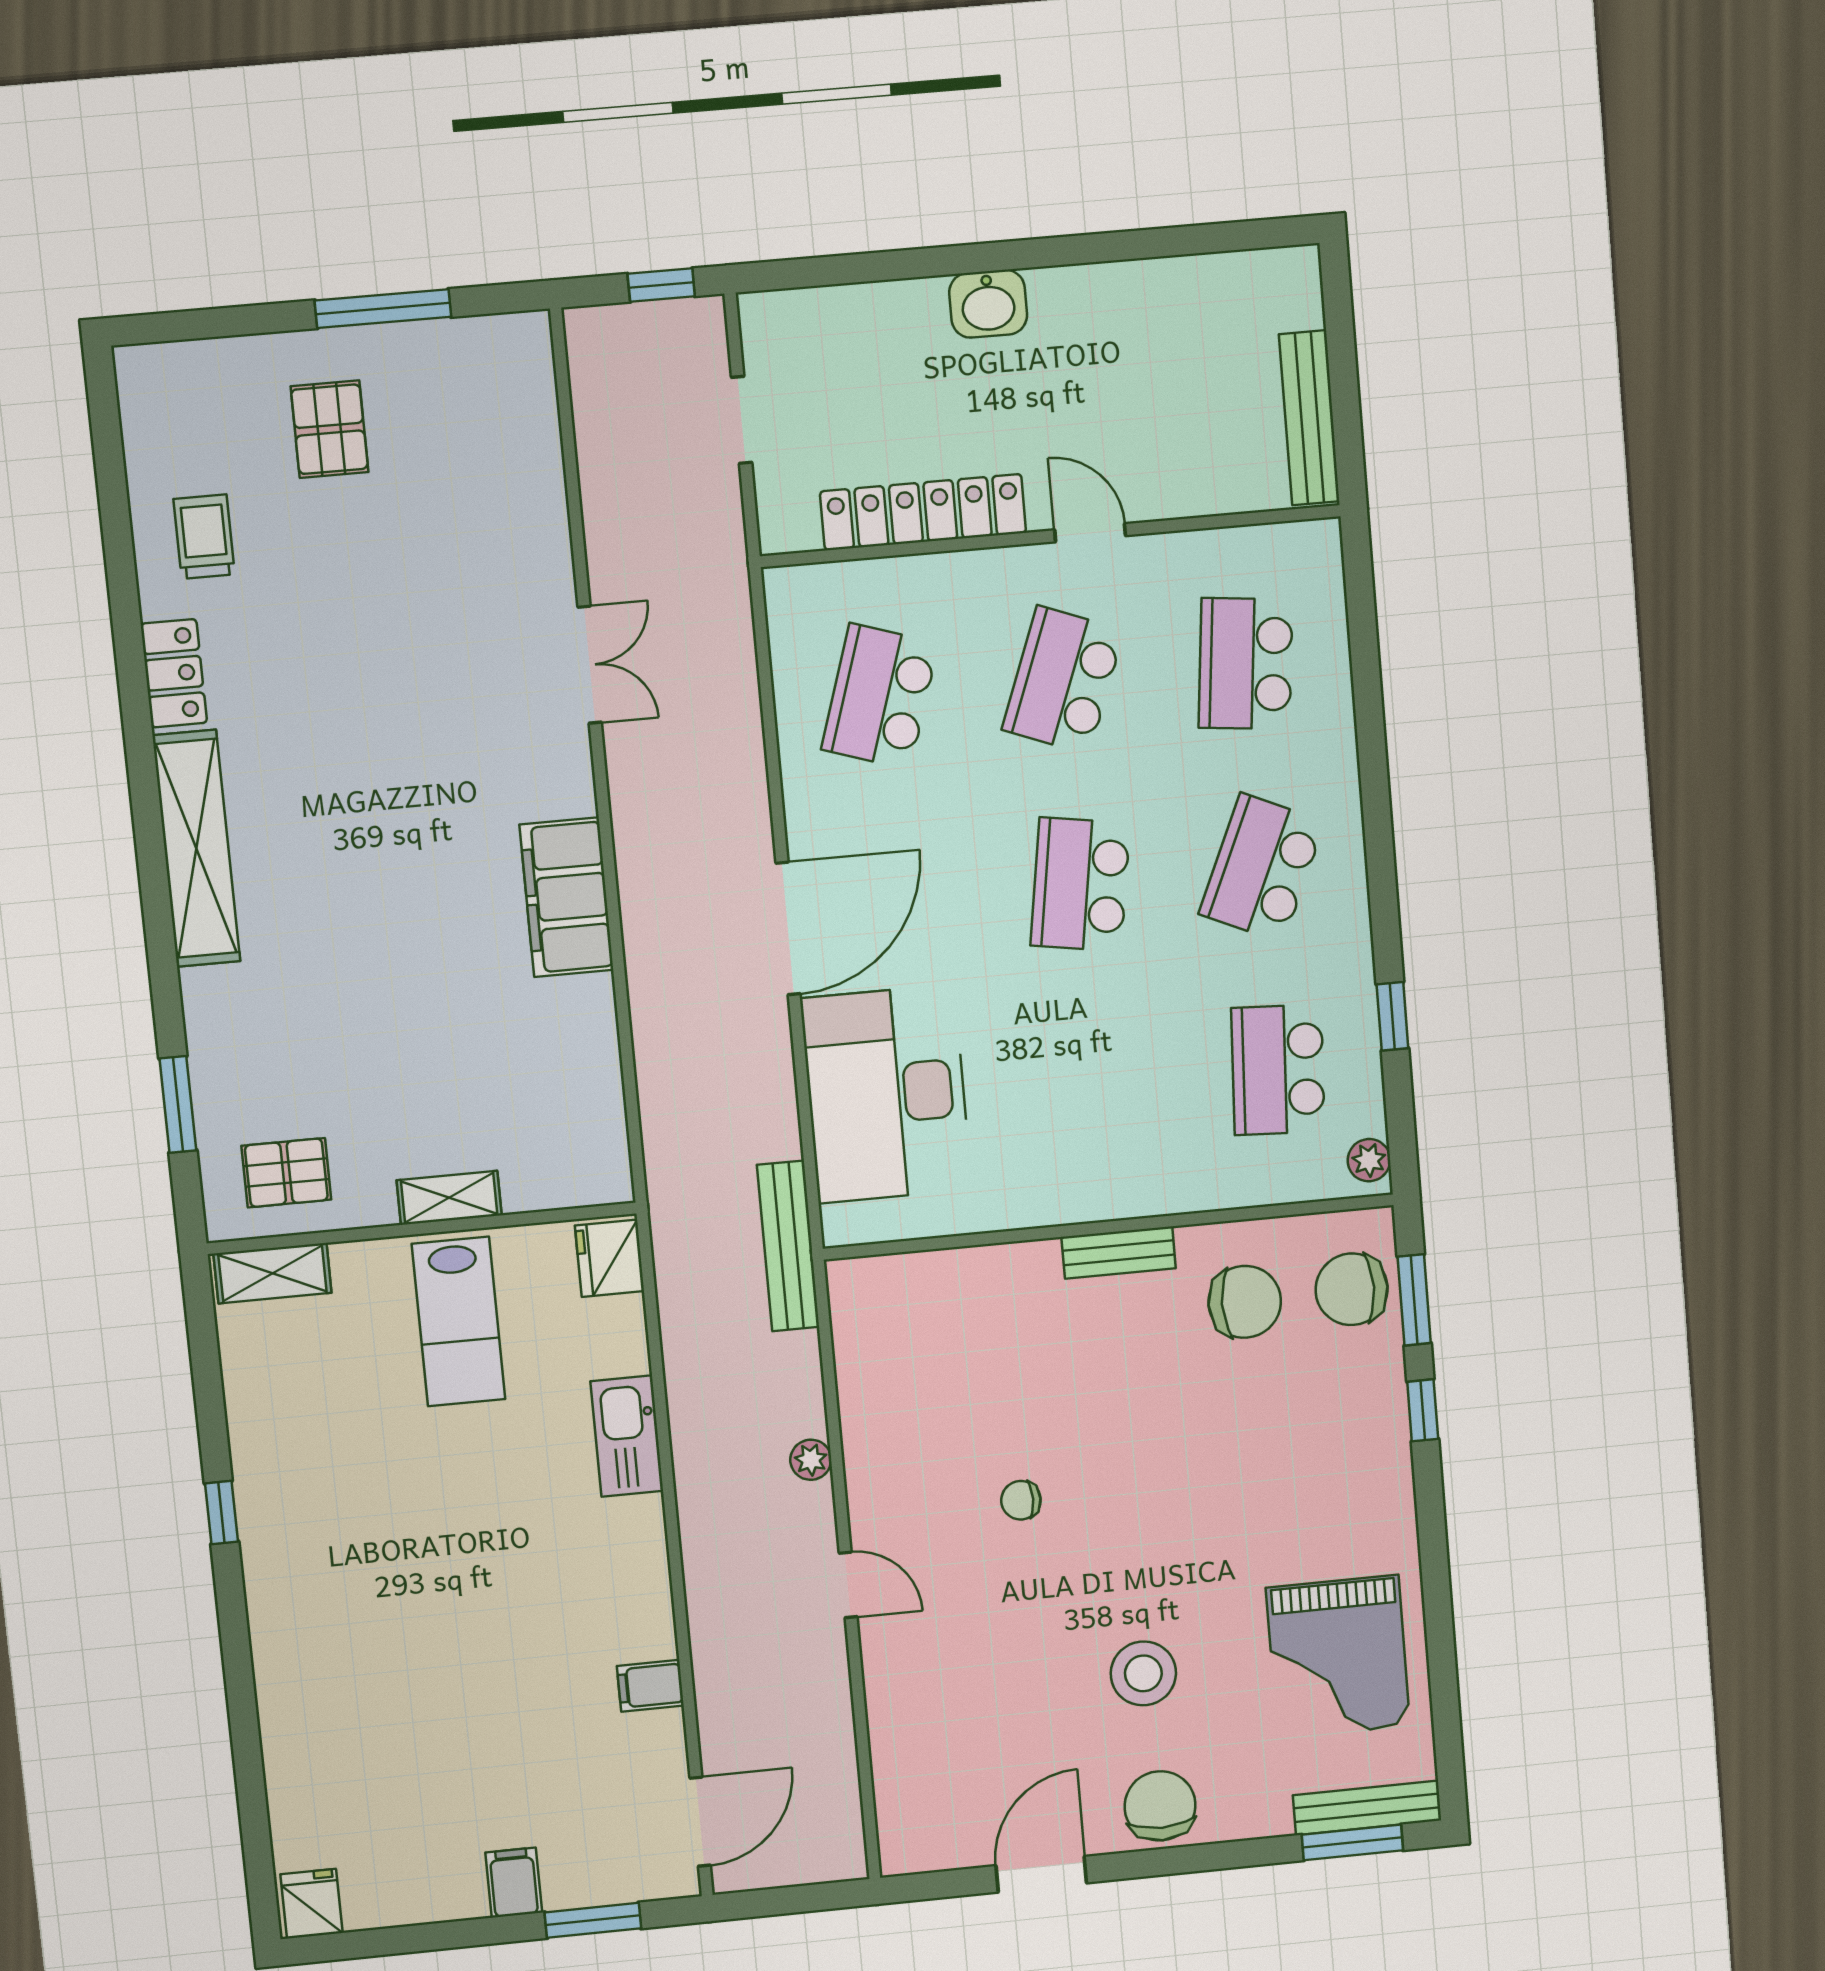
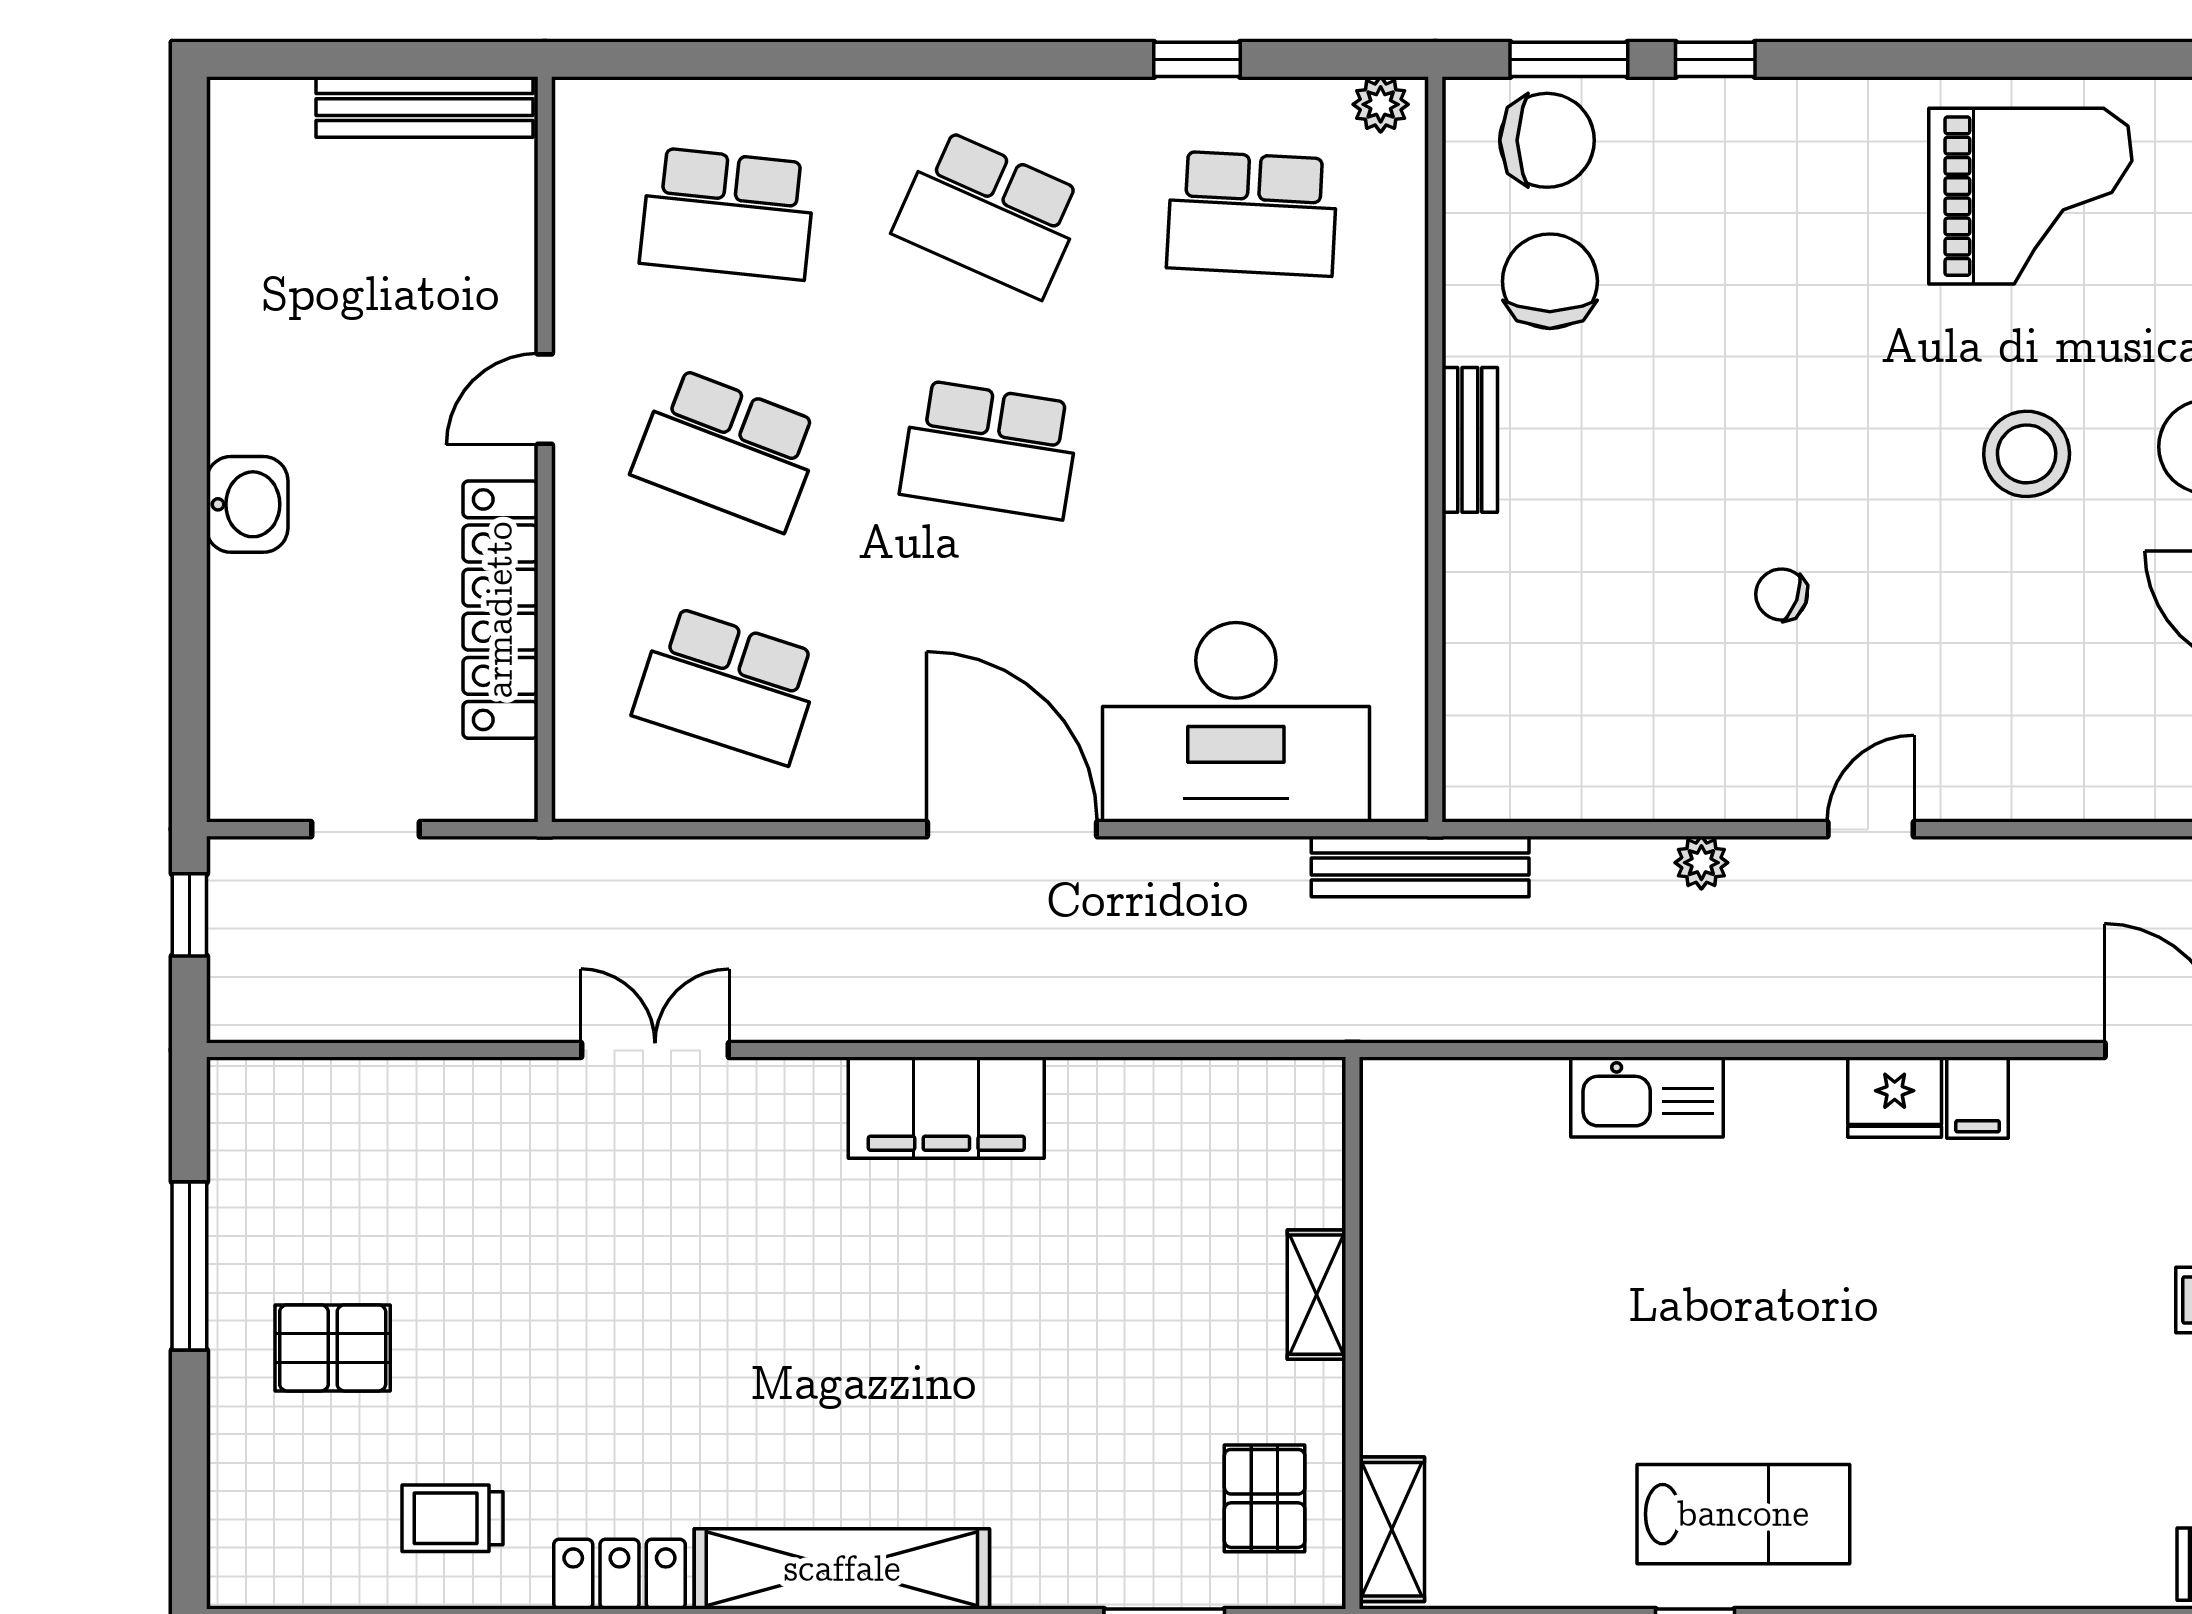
fridge: (610, 1258) -> (1895, 1097), moved
chair: (1352, 1289) -> (1547, 140), turned -90
lab bench: (458, 1322) -> (1743, 1514), moved
chair: (1021, 1500) -> (1782, 594), turned 110

